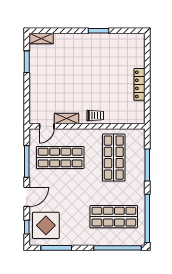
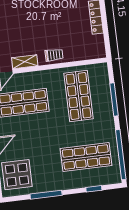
window: (56, 248) -> (46, 195), moved
window: (118, 248) -> (94, 189), width x0.32

